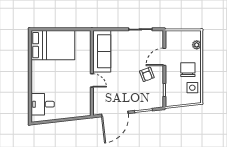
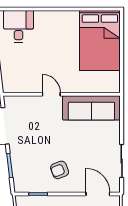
door: (164, 57) -> (98, 194), moved
door: (92, 80) -> (51, 94), swing flipped

